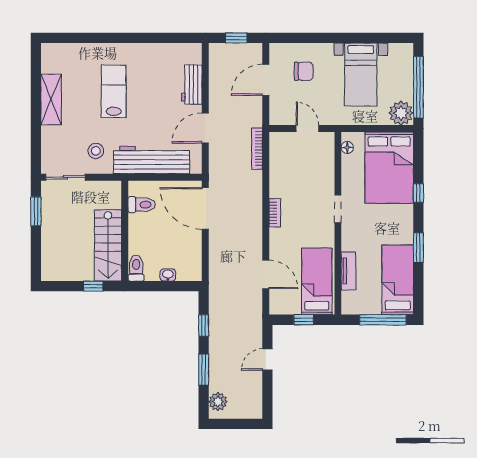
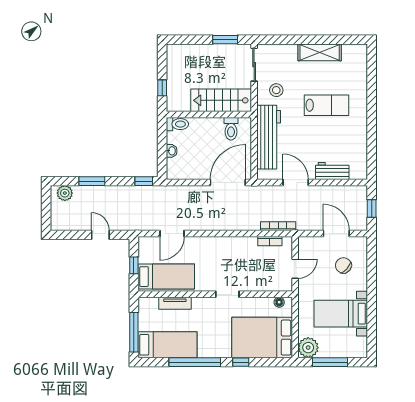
chair: (304, 71) -> (343, 265), turned 131
window: (418, 87) -> (330, 362), width x0.68
bookcase: (275, 213) -> (270, 241), moved
stairs: (108, 245) -> (221, 100), moved
window: (418, 247) -> (195, 362), width x2.11
window: (204, 326) -> (144, 181), moved

